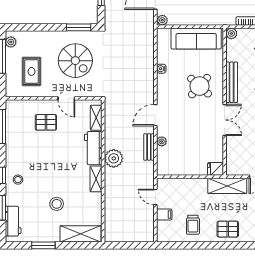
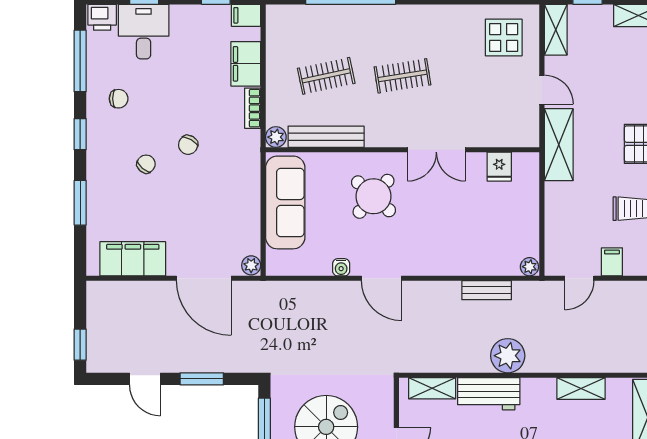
bench: (232, 82) -> (326, 137), moved
door: (155, 115) -> (381, 278), moved
double door: (225, 120) -> (436, 150), swing flipped
plant: (162, 141) -> (529, 267), moved
fridge: (215, 169) -> (499, 167), moved
shelving: (96, 179) -> (581, 388), moved

